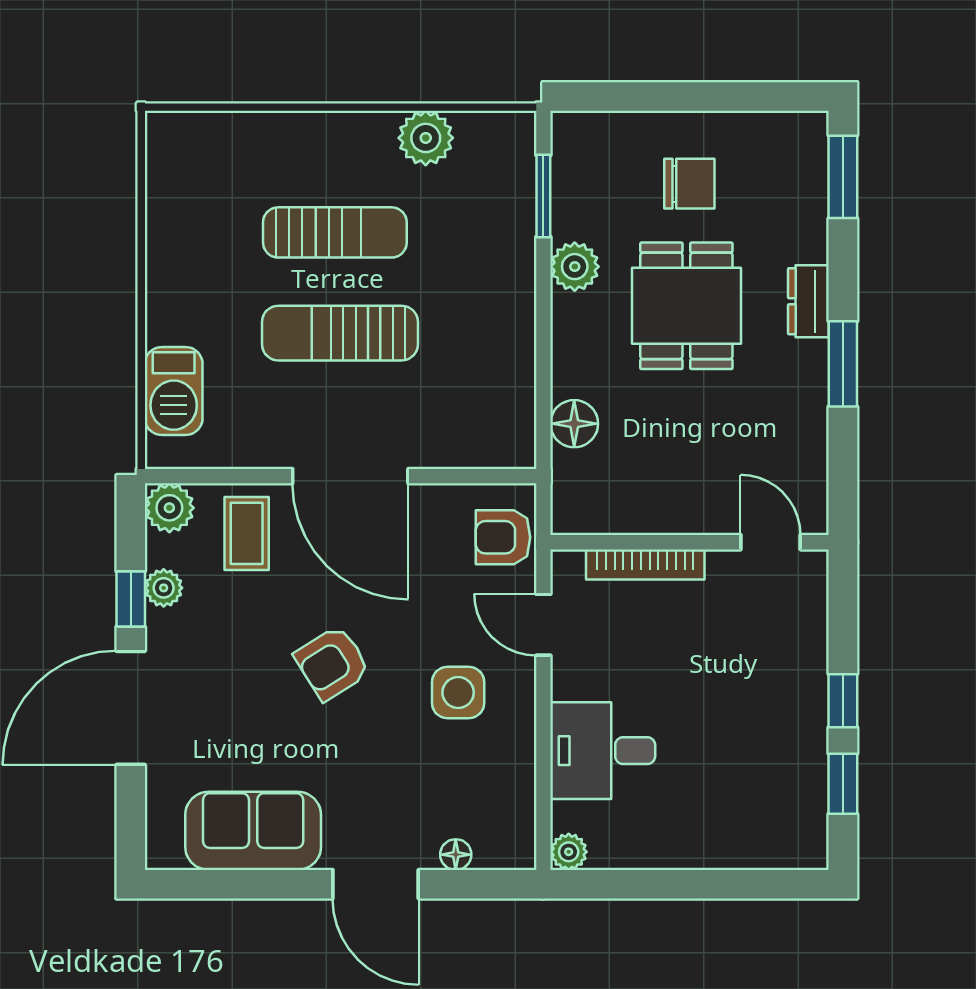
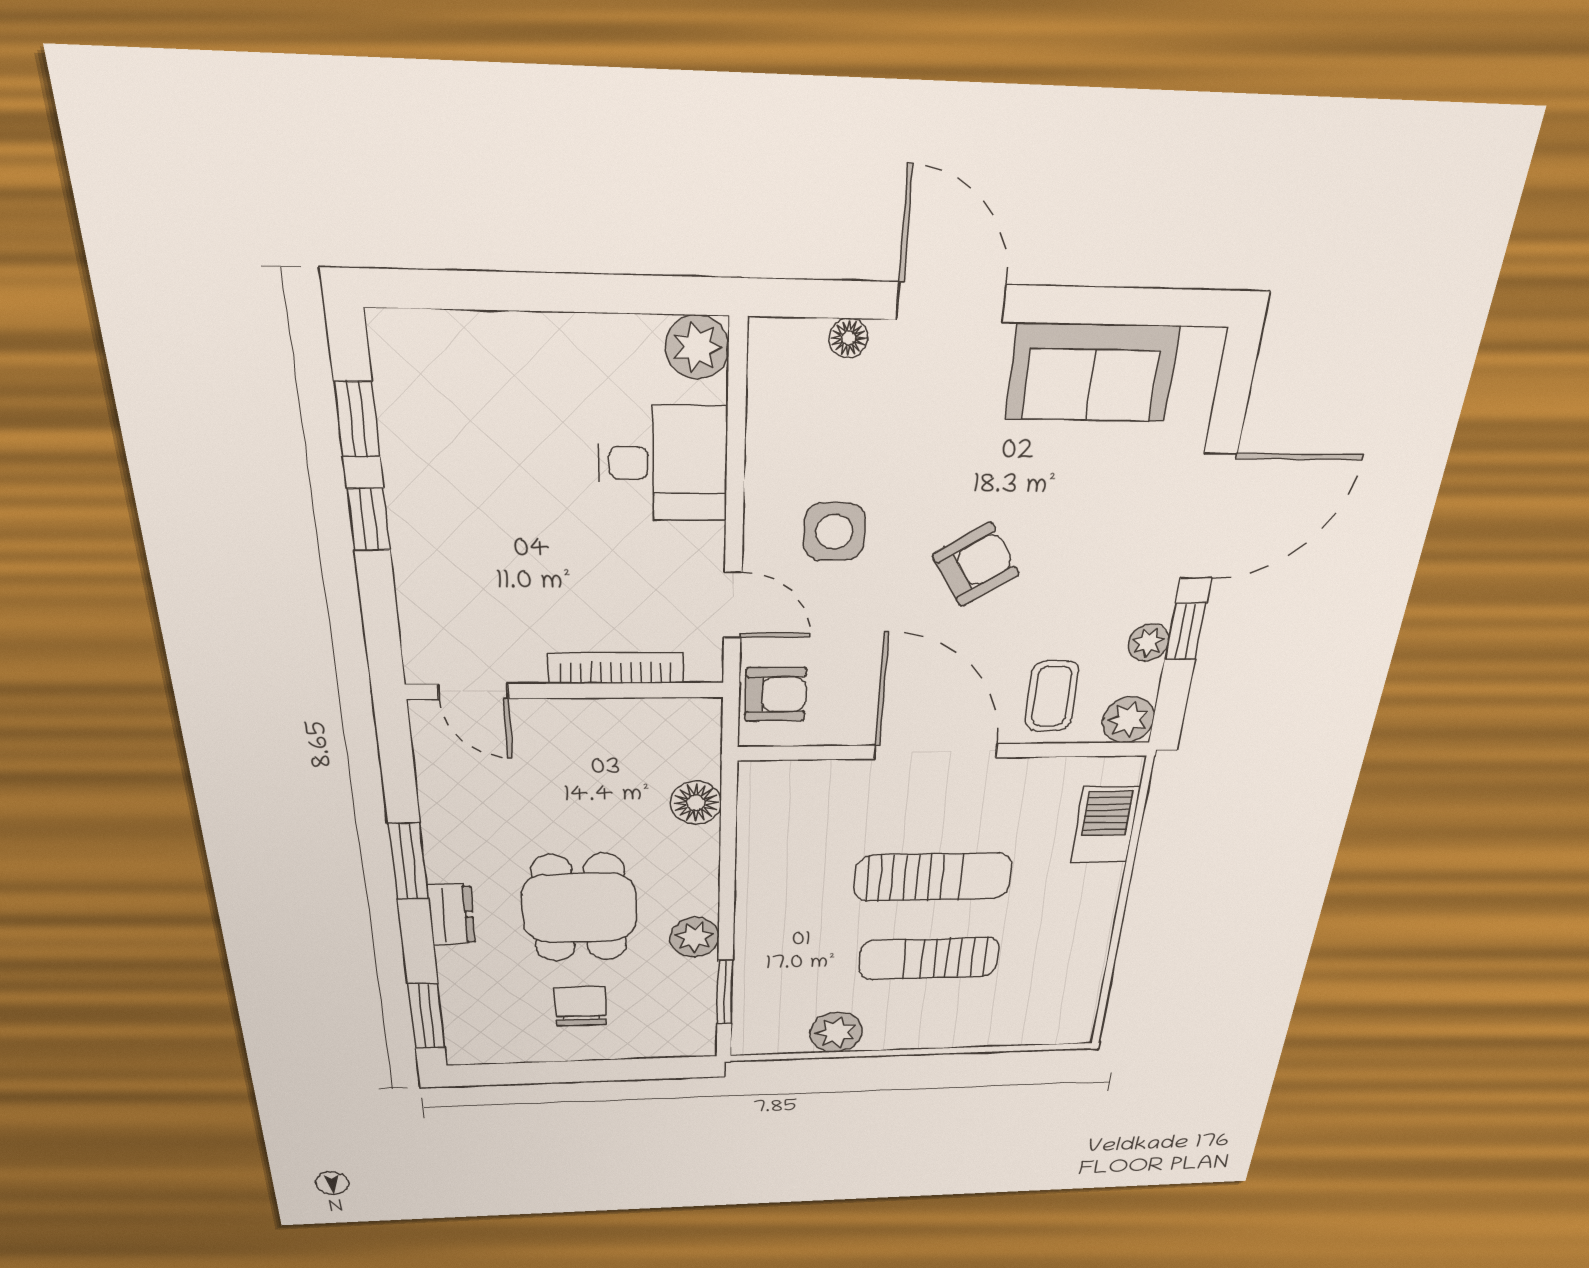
chair: (689, 184) -> (581, 1006), turned 90
plant: (569, 852) -> (697, 347), width x1.38, depth x1.38

